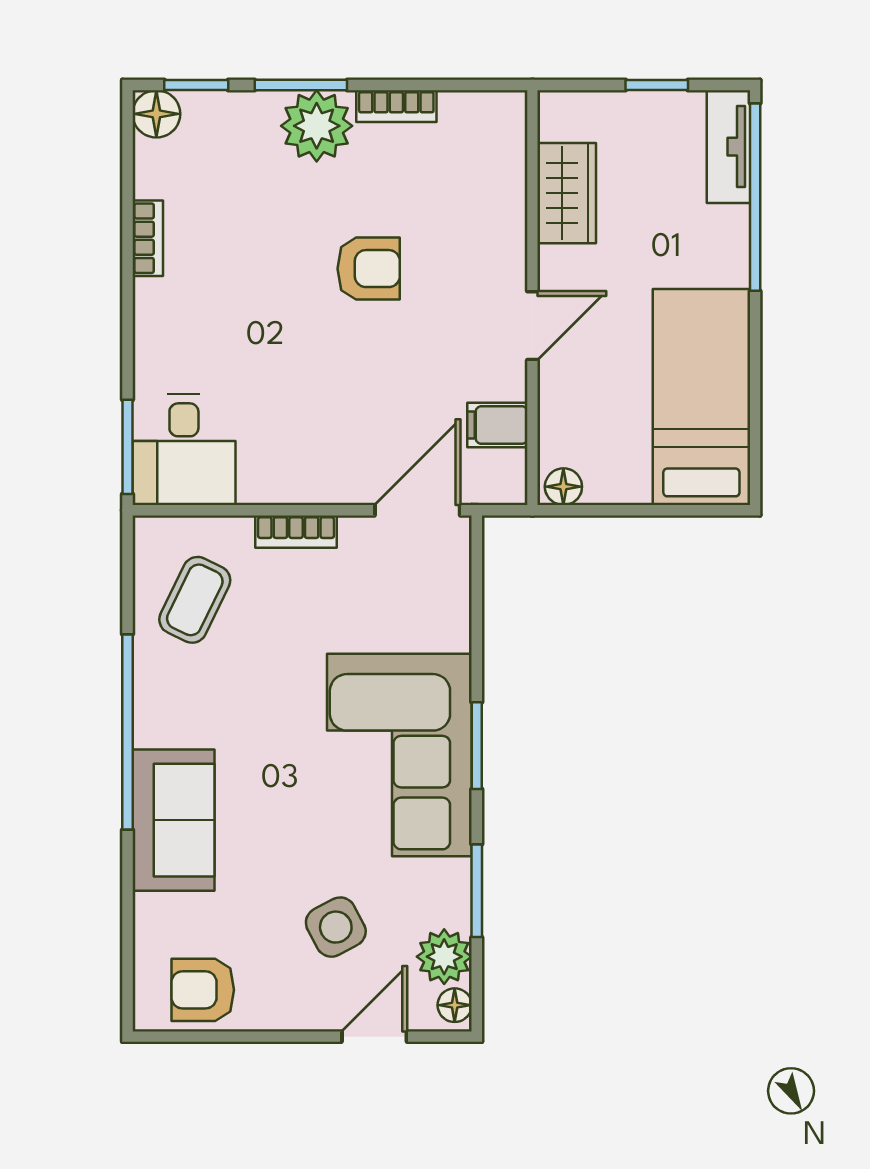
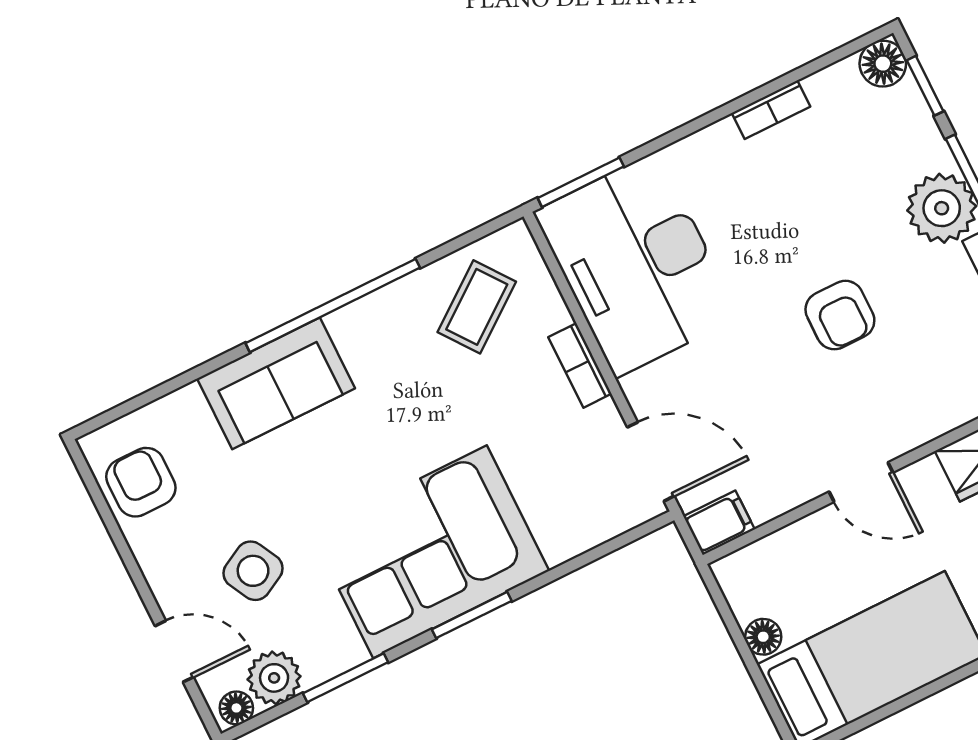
filing cabinet: (497, 425) -> (719, 523), moved, turned 90
desk: (184, 450) -> (636, 264), width x1.87, depth x1.30
floor lamp: (563, 487) -> (763, 637), moved
coffee table: (195, 600) -> (477, 307), turned -63

